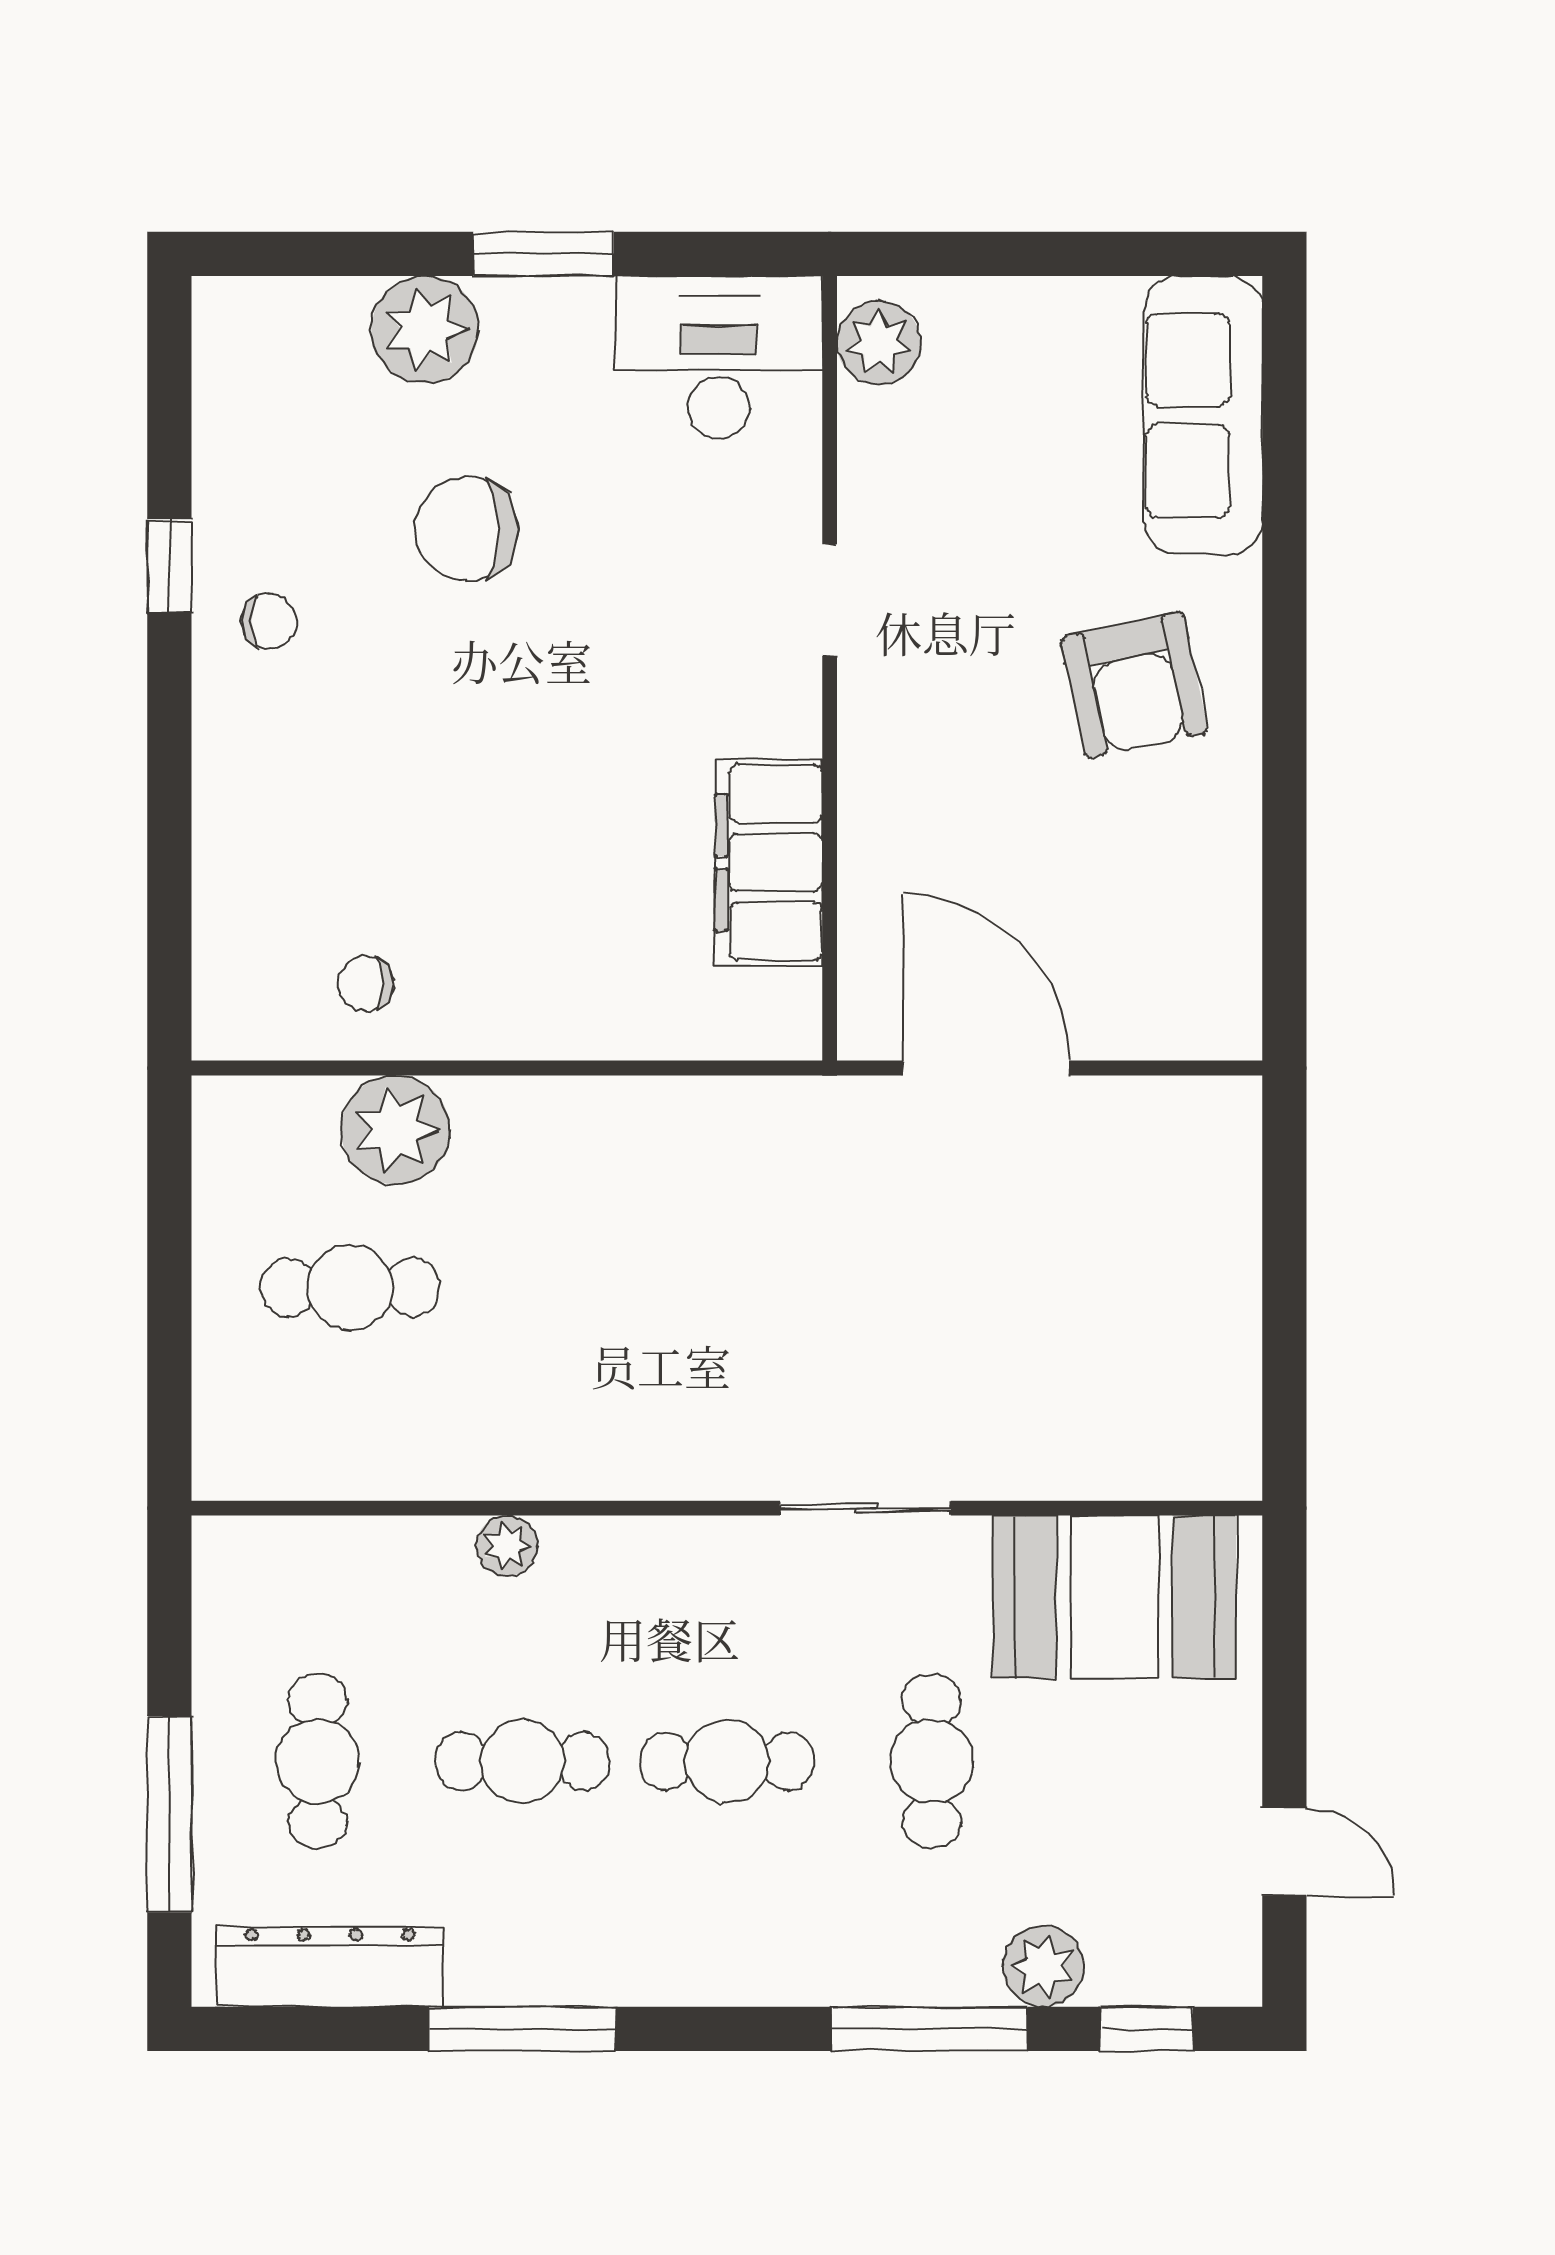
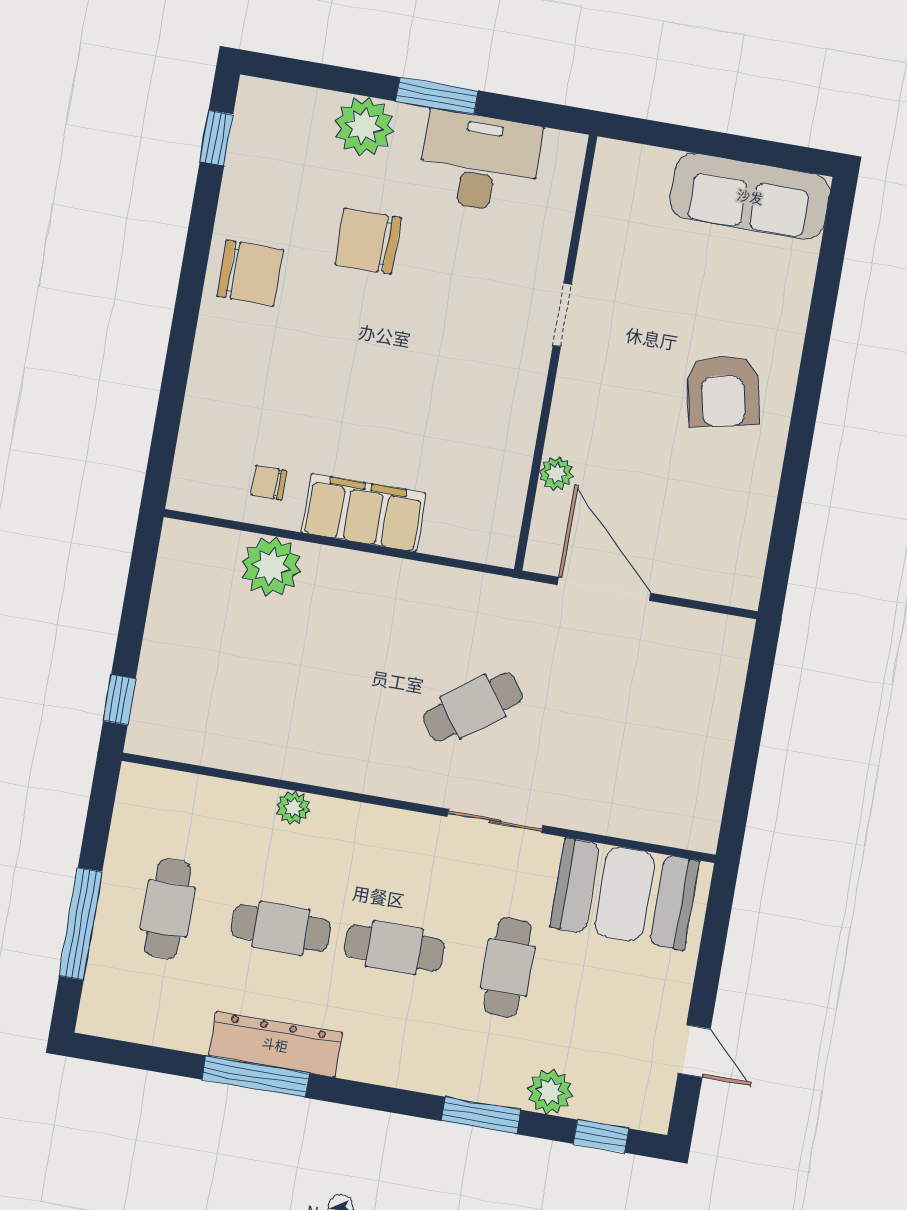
plant: (879, 343) -> (556, 473), moved, width x0.73, depth x0.73
desk: (719, 357) -> (480, 162), moved
sofa: (1203, 415) -> (750, 196), moved, turned -90
window: (169, 566) -> (216, 138), moved
chair: (269, 621) -> (250, 273), width x1.87, depth x1.87
filing cabinet: (769, 862) -> (364, 513), moved, turned 90
cafe table: (350, 1287) -> (473, 707), moved, turned -36
window: (169, 1409) -> (119, 700), added
dresser: (330, 1966) -> (275, 1044), moved
window: (930, 2029) -> (481, 1115), width x0.69

